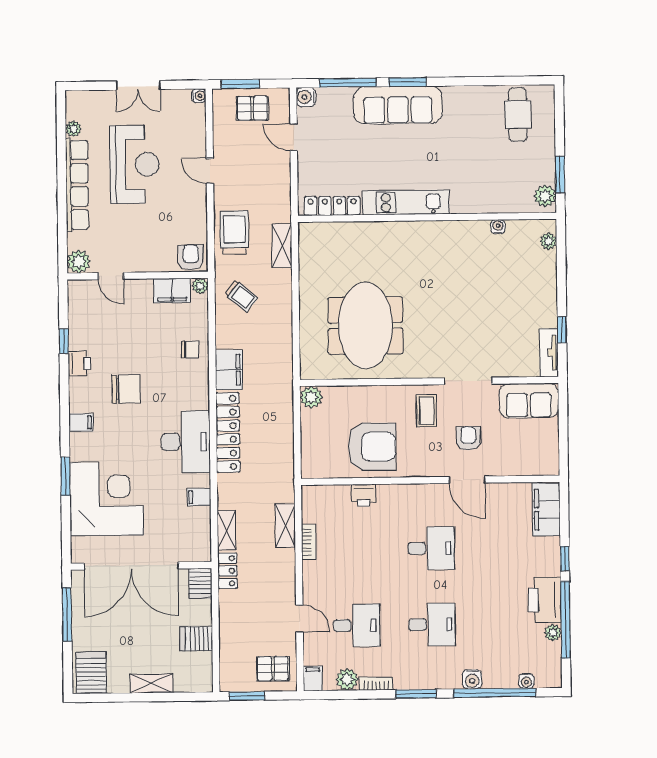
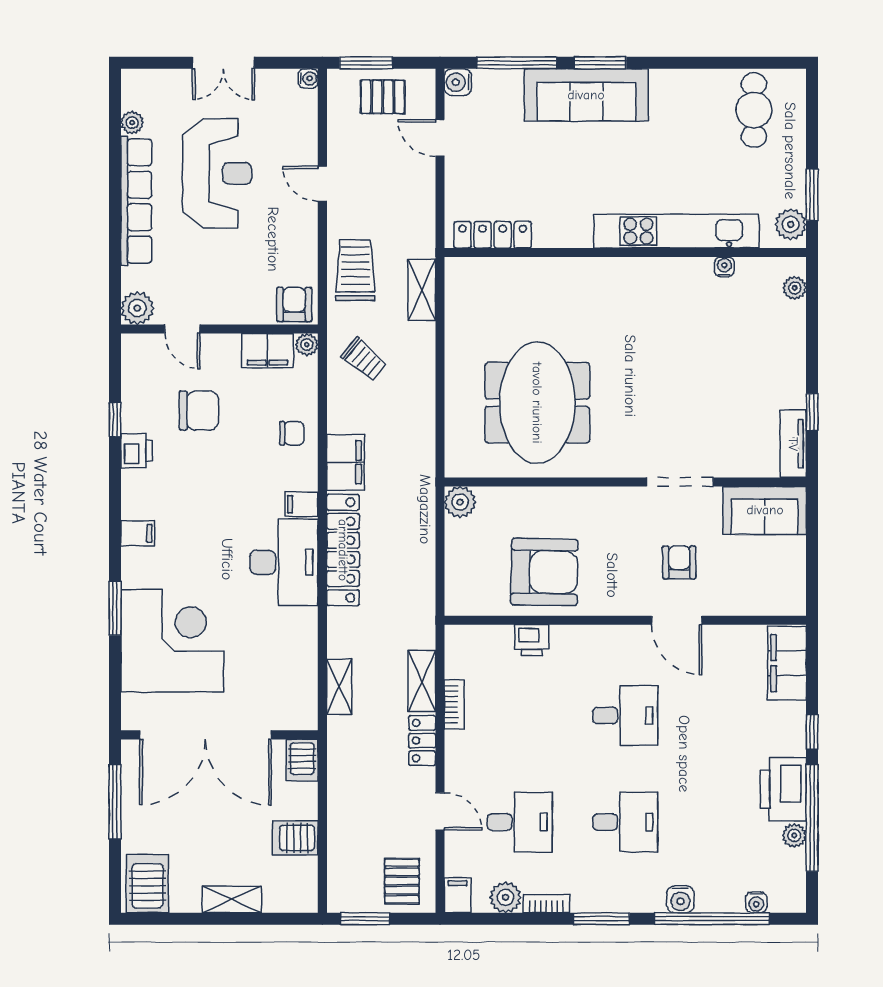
kitchen unit: (406, 202) -> (676, 231), moved, width x1.36
chair: (126, 389) -> (199, 411), moved
coffee table: (427, 411) -> (621, 523), removed
filing cabinet: (199, 497) -> (301, 504), moved
locker: (227, 571) -> (422, 741), moved, turned 180
pallet: (273, 669) -> (402, 881), turned 90

